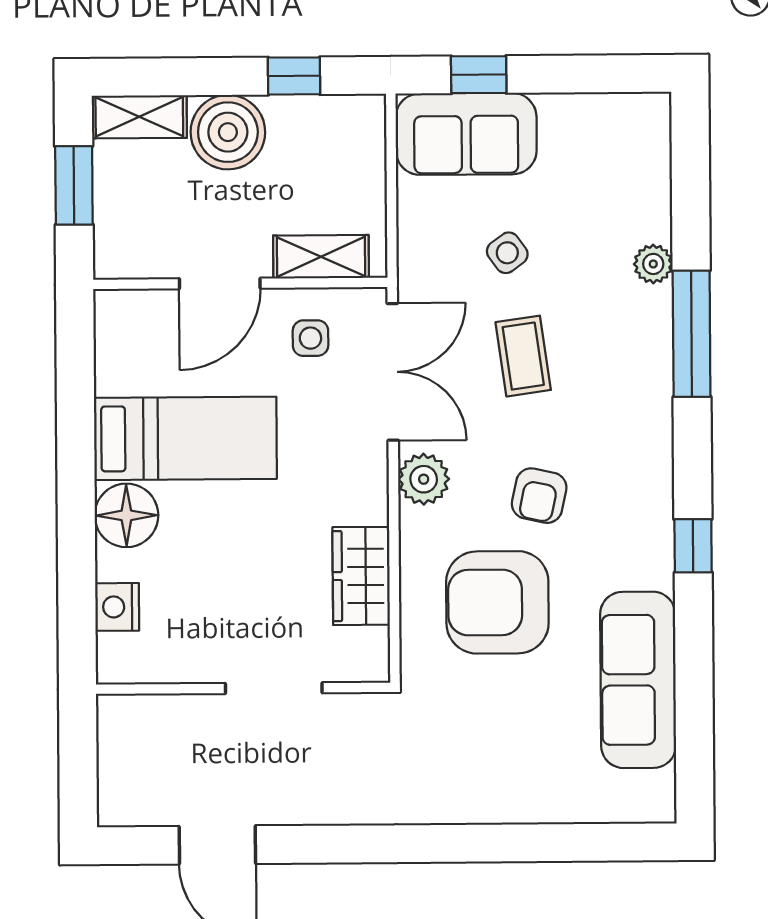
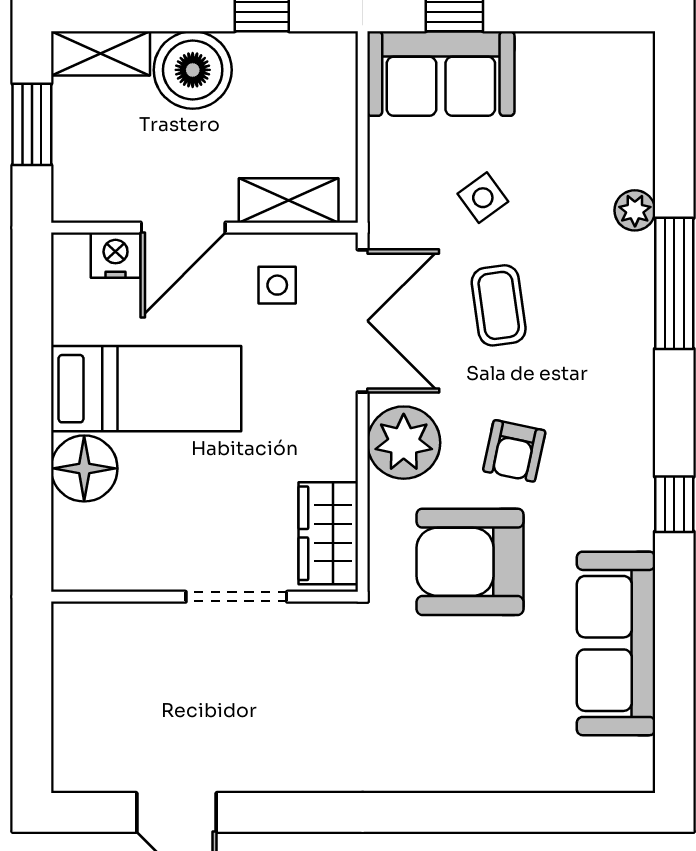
plant: (424, 479) -> (404, 443), width x1.36, depth x1.36
nightstand: (117, 607) -> (116, 255), moved, turned 90
wall: (243, 688) -> (204, 597), moved
doorway: (274, 688) -> (236, 597), moved

